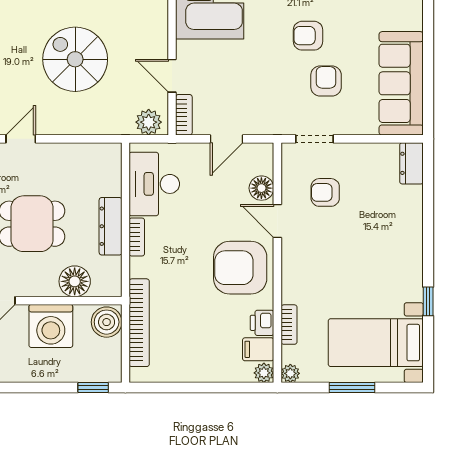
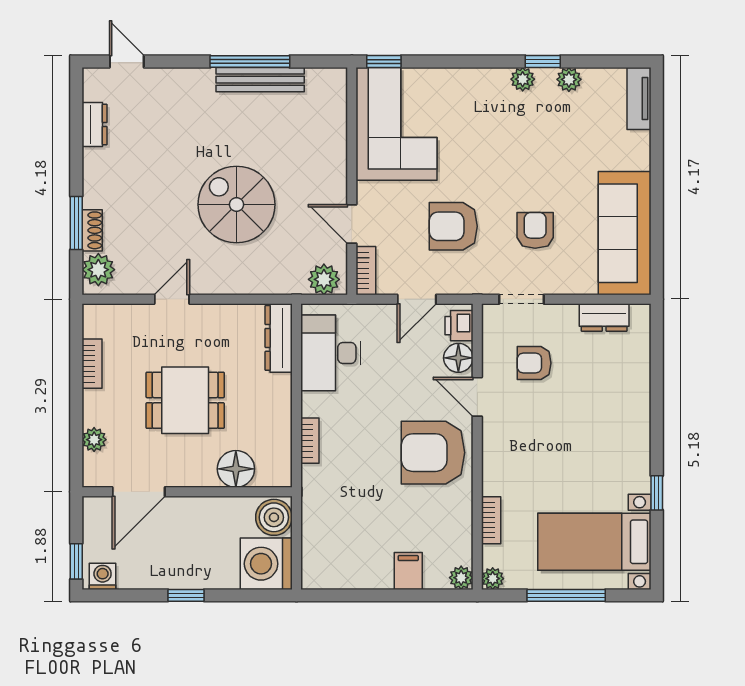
armchair: (308, 36) -> (453, 226), moved, width x1.38, depth x1.38
dresser: (412, 163) -> (604, 318), moved, turned -90
dresser: (111, 226) -> (279, 338), moved
bookcase: (137, 237) -> (310, 441), moved
bookcase: (139, 323) -> (313, 518), removed
printer: (262, 323) -> (459, 326), moved
washing machine: (51, 326) -> (266, 564), moved, turned 90
filing cabinet: (258, 349) -> (408, 571), moved, turned 90
window: (93, 388) -> (186, 595), moved
window: (352, 388) -> (566, 595), width x1.44

